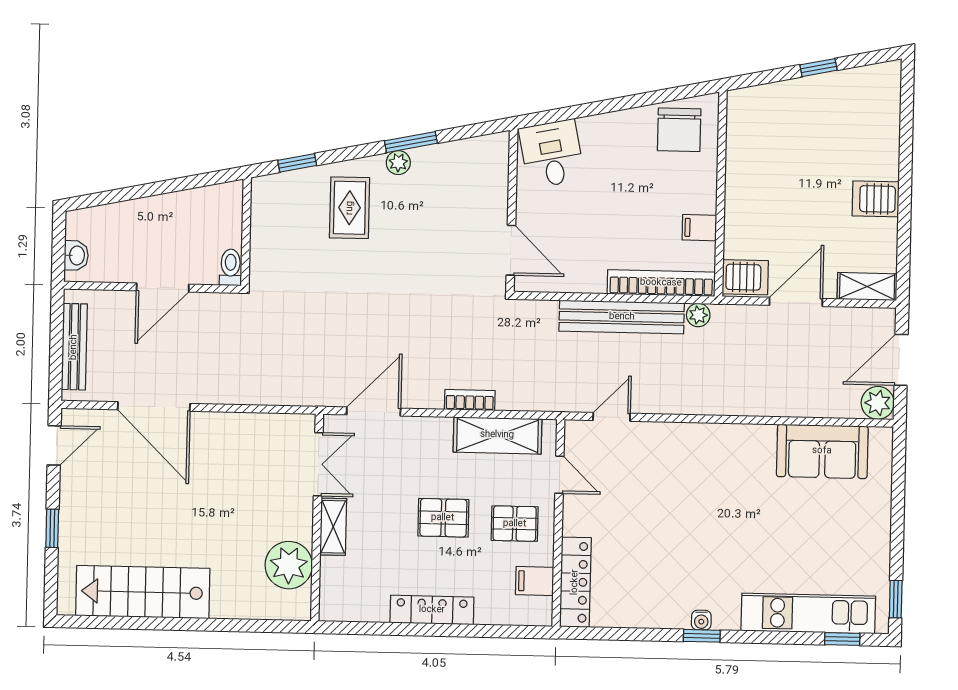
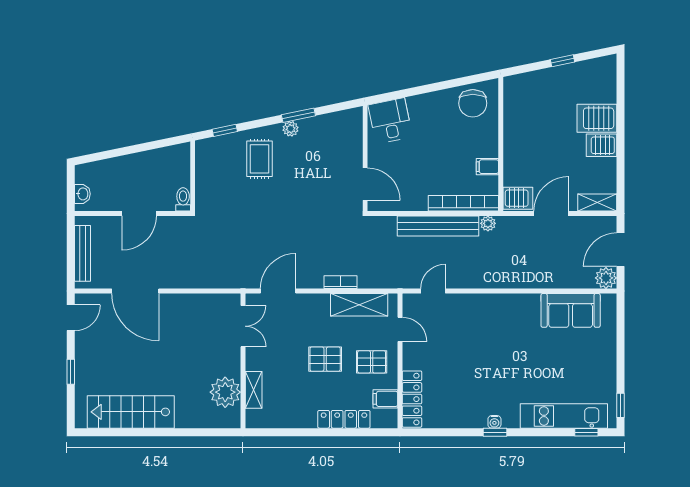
server rack: (869, 157) -> (597, 118), added
shelving: (333, 527) -> (254, 390), moved
locker: (432, 610) -> (344, 419), moved

